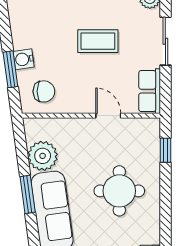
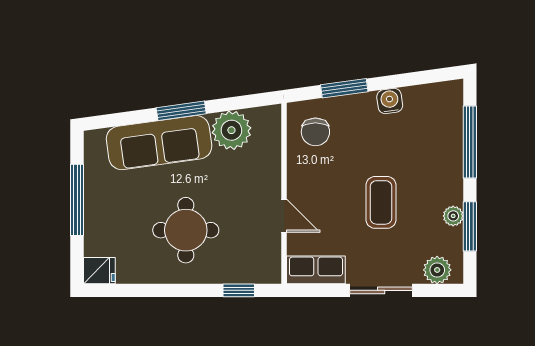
water cooler: (24, 59) -> (390, 101), moved
door: (108, 116) -> (284, 216), hinge flipped

